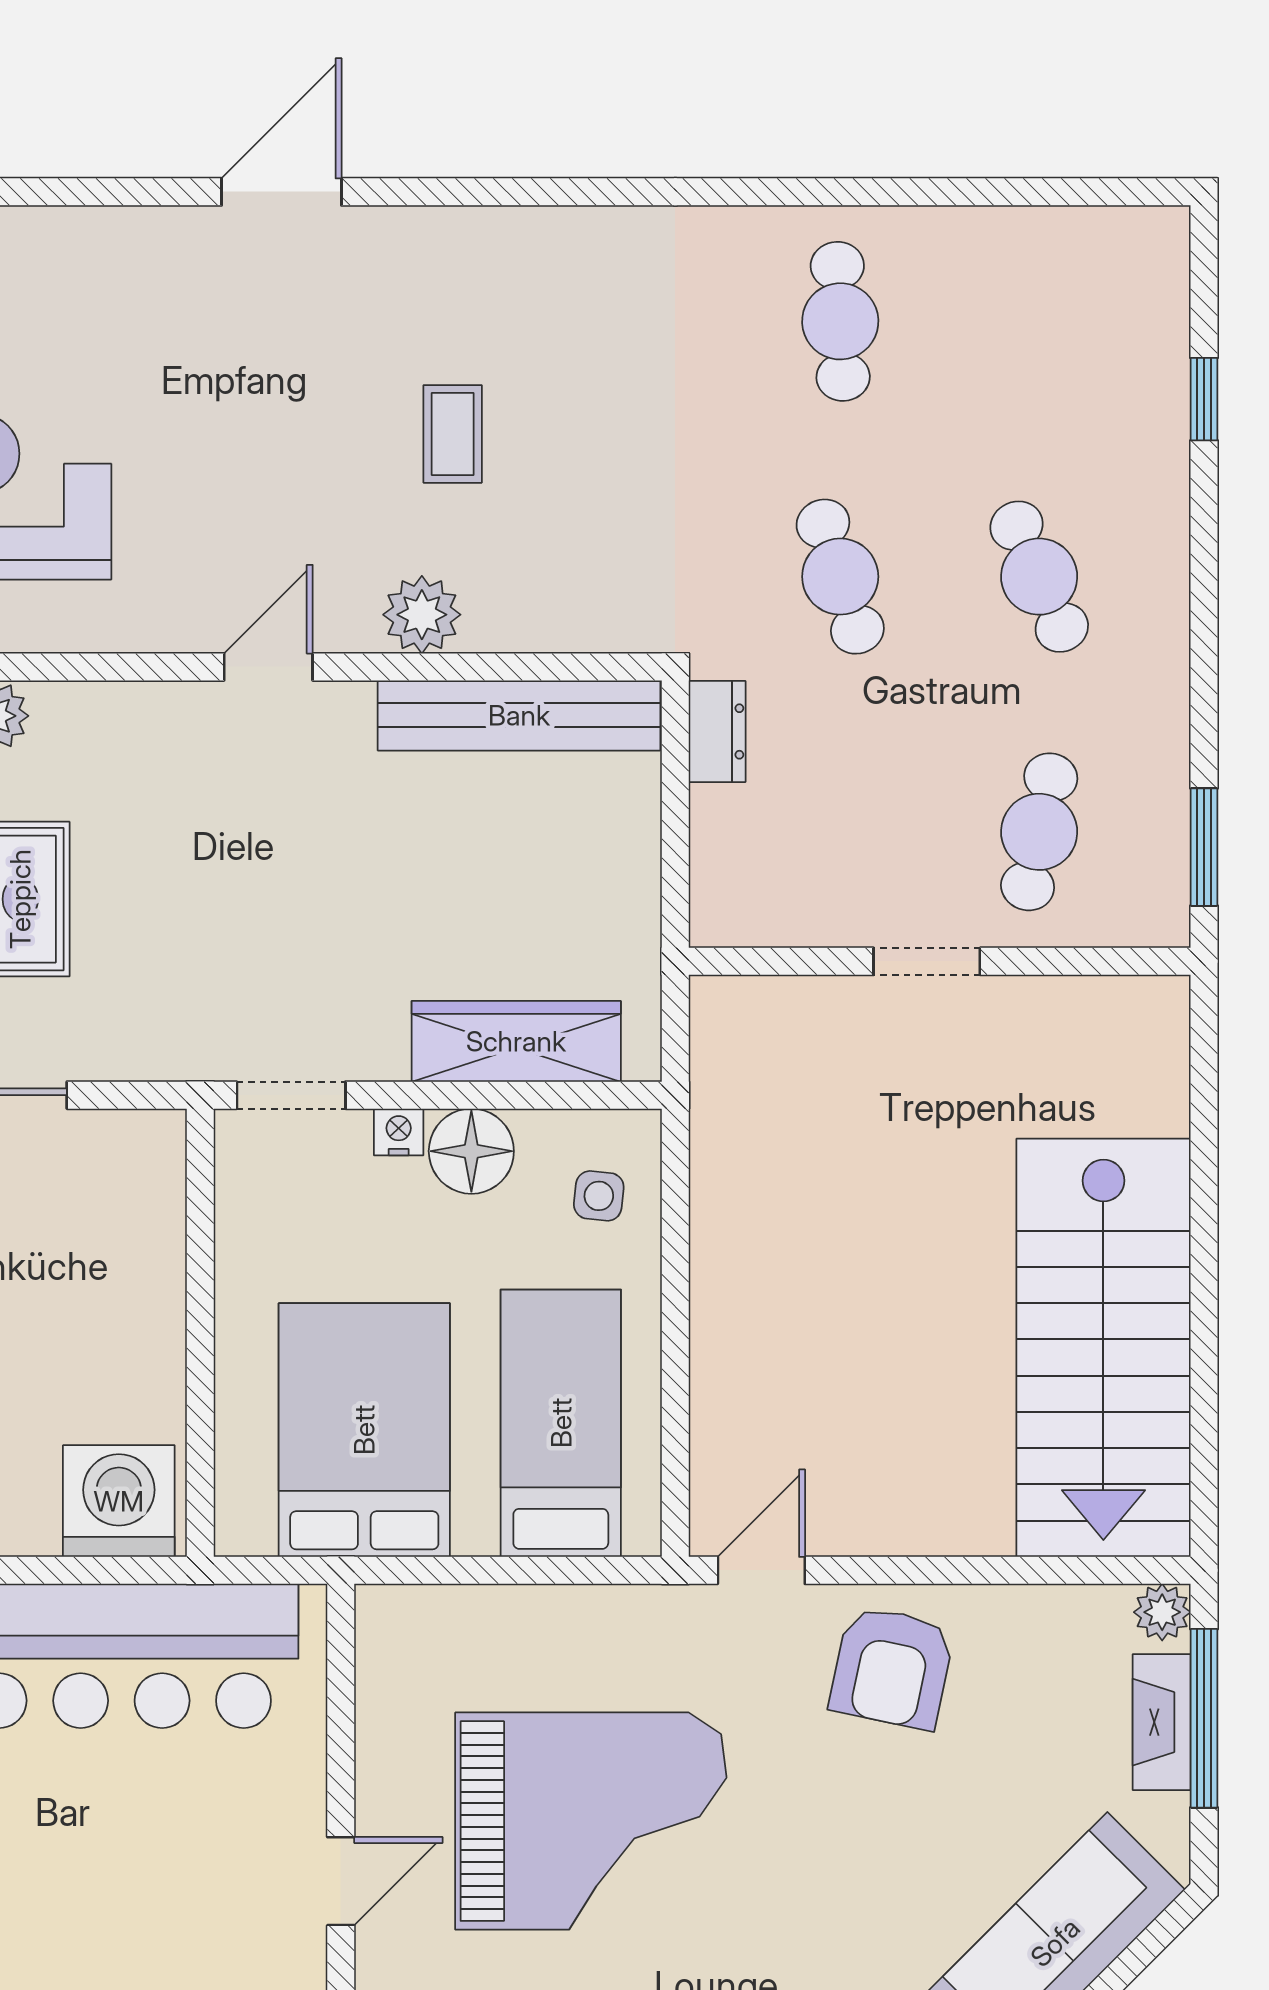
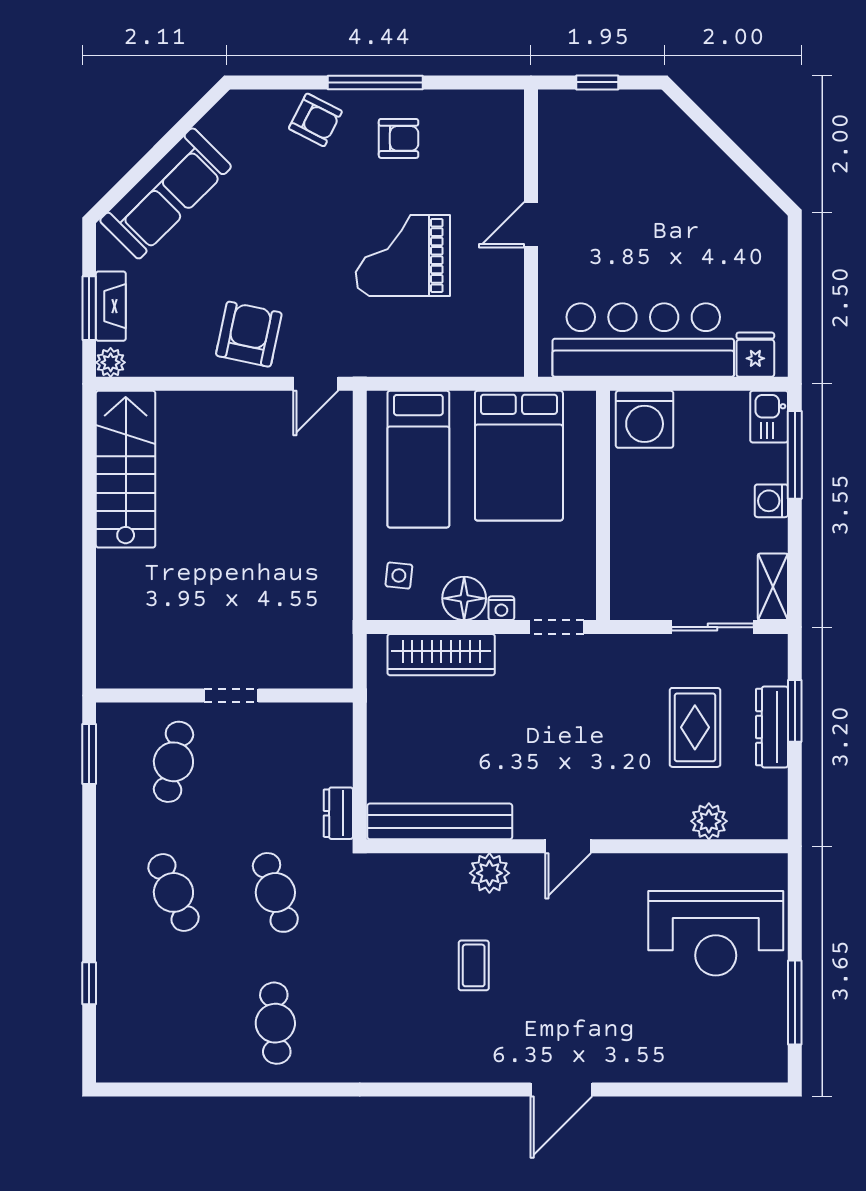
stairs: (1103, 1348) -> (126, 469), width x0.73, depth x0.66
window: (1204, 1718) -> (89, 308), width x0.69
grand piano: (591, 1821) -> (403, 255), width x0.73, depth x0.68

